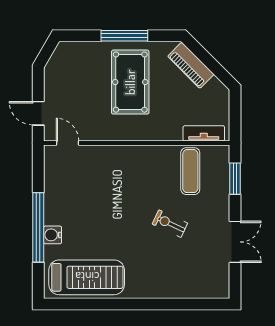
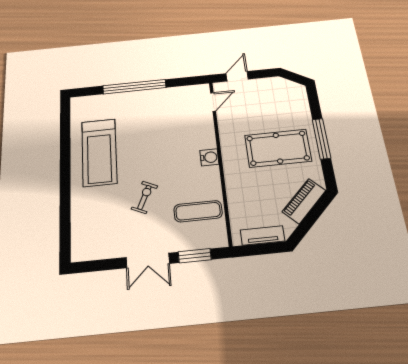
tv unit: (204, 133) -> (263, 236), moved, turned -90
water cooler: (53, 235) -> (209, 157), moved, turned 90
double door: (235, 242) -> (148, 260), moved
treadmill: (87, 277) -> (99, 152), moved

